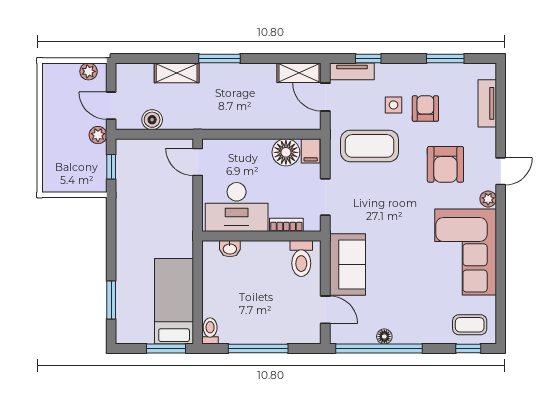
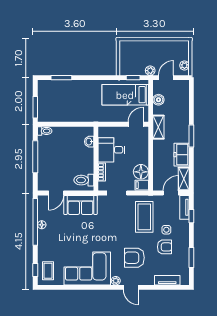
shelving: (177, 73) -> (158, 127), moved
freezer: (254, 77) -> (182, 155), added
desk: (237, 207) -> (111, 150), width x0.73
bed: (174, 301) -> (125, 95), moved, turned 180

